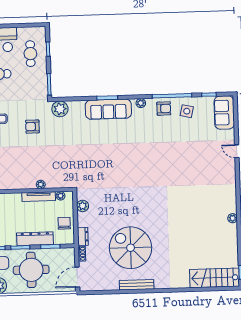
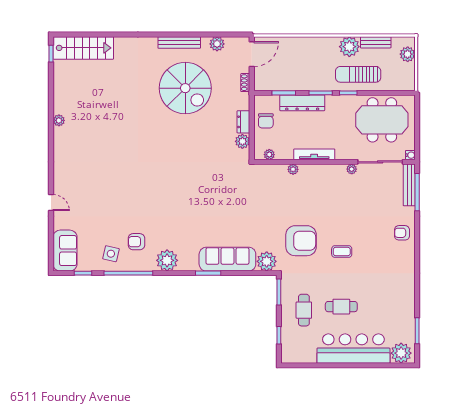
cafe table: (30, 54) -> (304, 310), moved
plant: (141, 103) -> (167, 260), width x1.87, depth x1.87
sofa: (108, 109) -> (227, 259), moved
armchair: (164, 109) -> (136, 242), moved
armchair: (32, 127) -> (301, 241), width x1.88, depth x1.88
tv unit: (39, 197) -> (314, 154), moved
dresser: (83, 236) -> (243, 122), moved
round table: (31, 270) -> (308, 65), removed
plant: (106, 285) -> (217, 44), added

